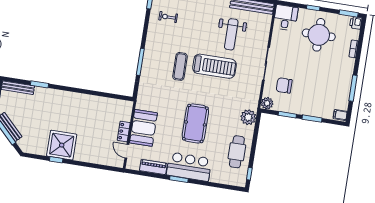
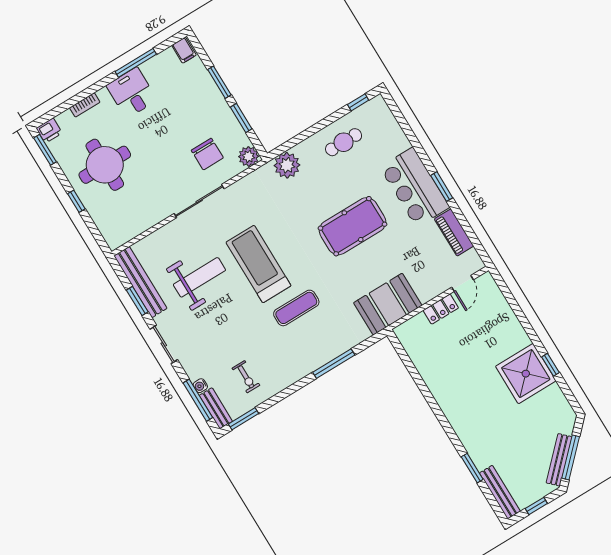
desk: (286, 18) -> (132, 93), moved, turned 90
booth: (143, 128) -> (388, 304), moved
cafe table: (237, 152) -> (344, 142), width x0.73, depth x0.74

